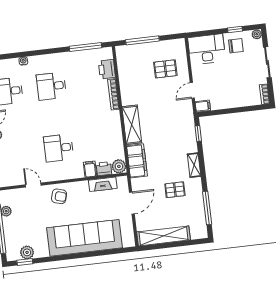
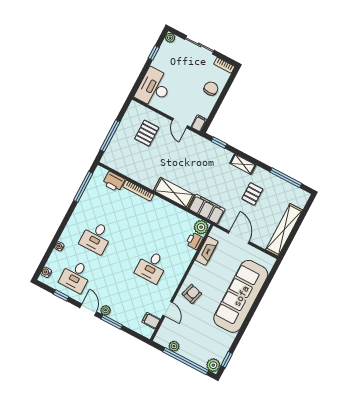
chair: (236, 46) -> (211, 89), moved
filing cabinet: (90, 169) -> (151, 321), moved
door: (33, 185) -> (168, 309), swing flipped
plant: (27, 252) -> (213, 365), moved

